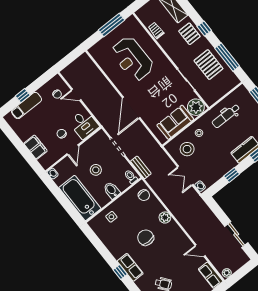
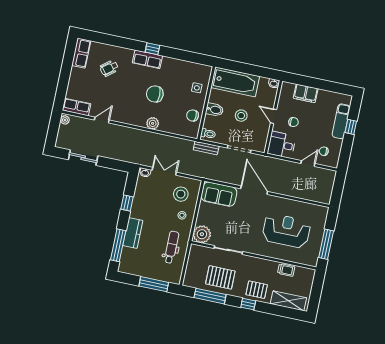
sofa: (175, 122) -> (219, 194), moved, turned 90
chair: (144, 195) -> (193, 116), moved
chair: (146, 238) -> (155, 94), turned 180

